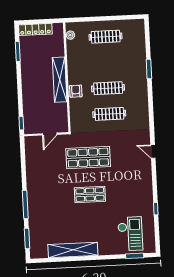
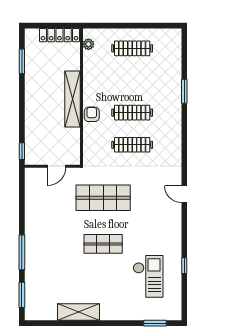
locker: (35, 29) -> (59, 35), moved
checkout: (130, 234) -> (148, 276), moved
shelving: (73, 250) -> (78, 312), width x0.68

